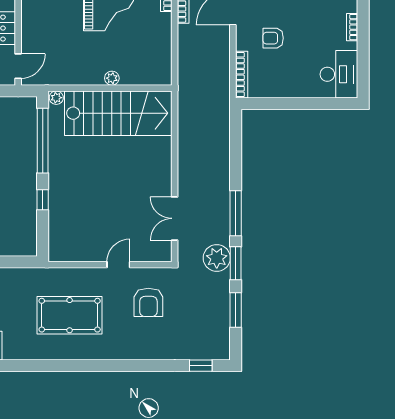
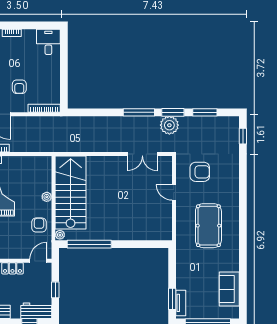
door: (18, 66) -> (38, 261), hinge flipped
armchair: (71, 67) -> (39, 225), added
desk: (339, 74) -> (48, 42), width x0.73
window: (43, 200) -> (130, 244), removed

